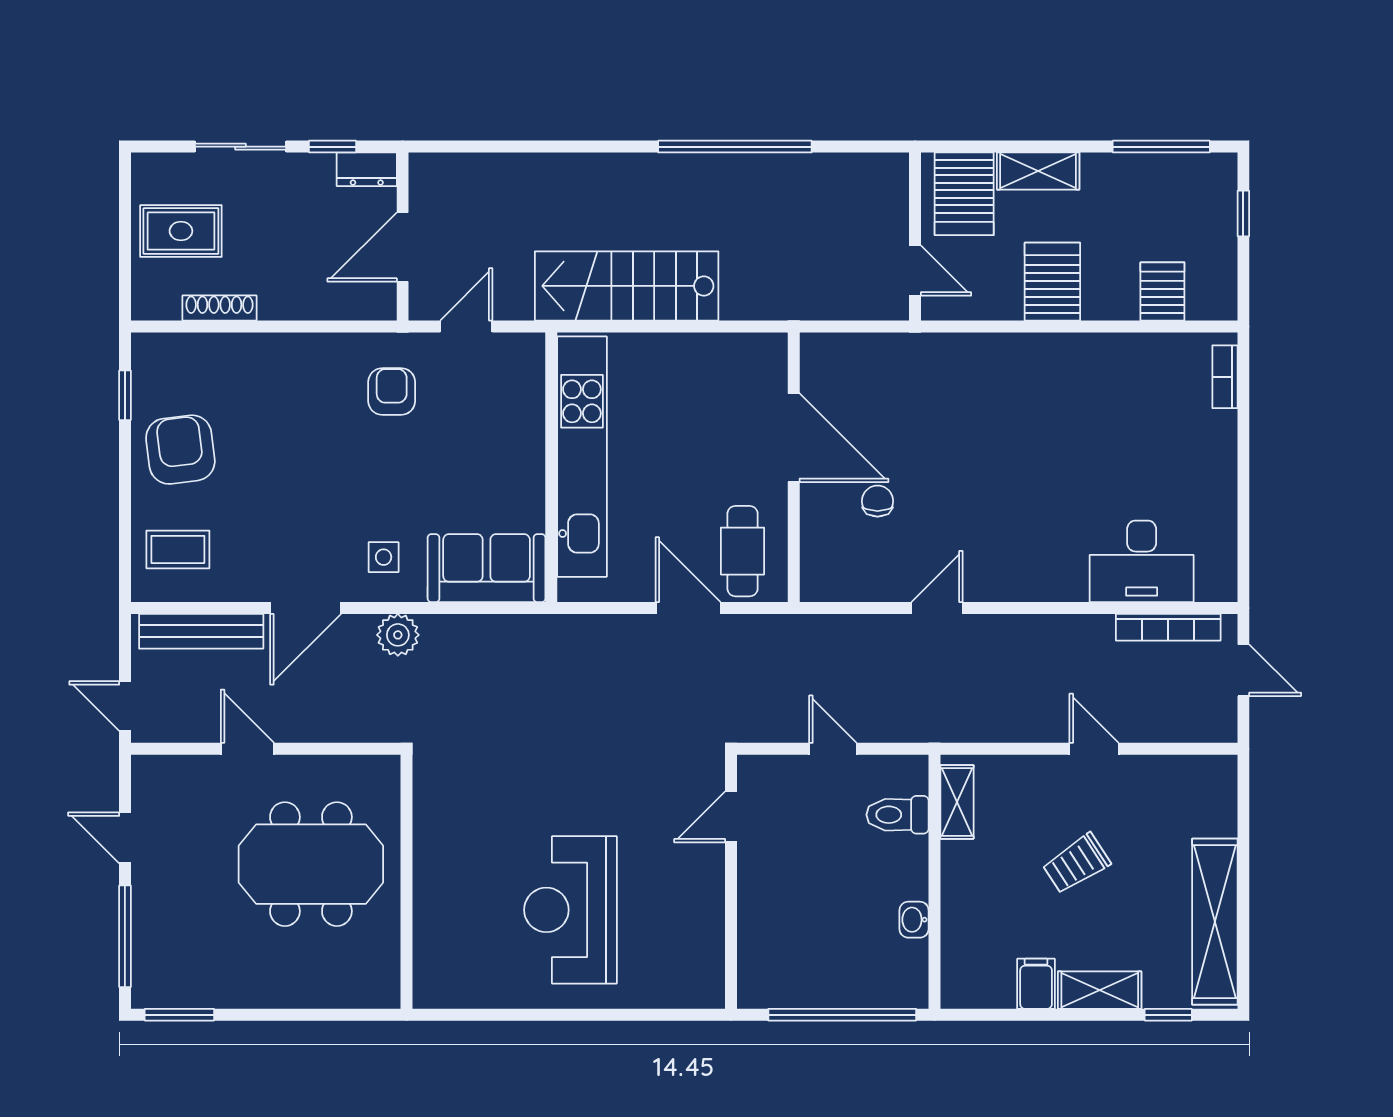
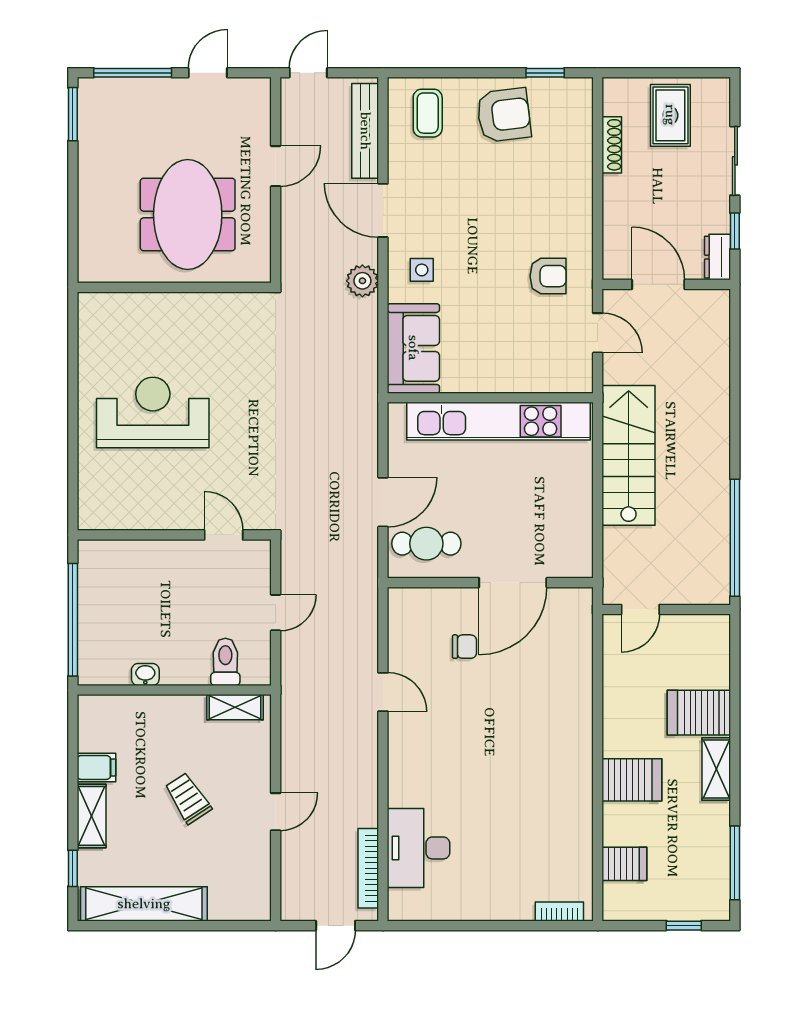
wall: (915, 237) -> (666, 609), moved
door: (915, 270) -> (640, 609), moved

